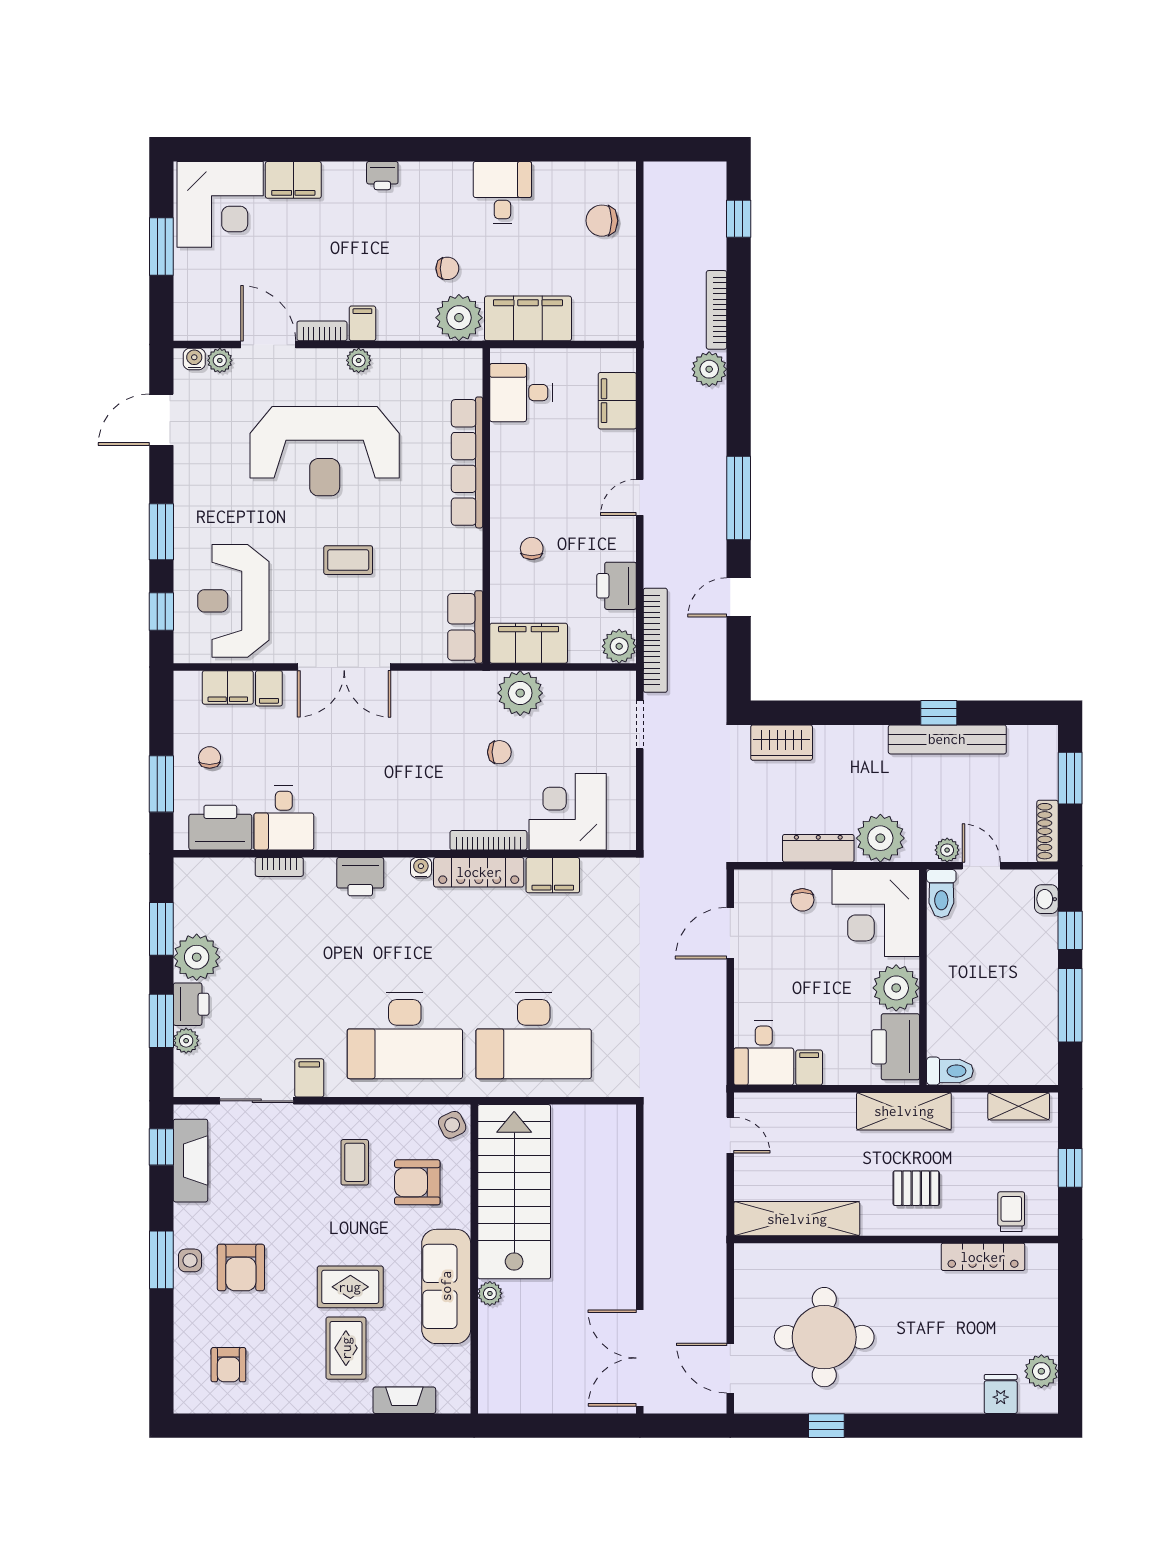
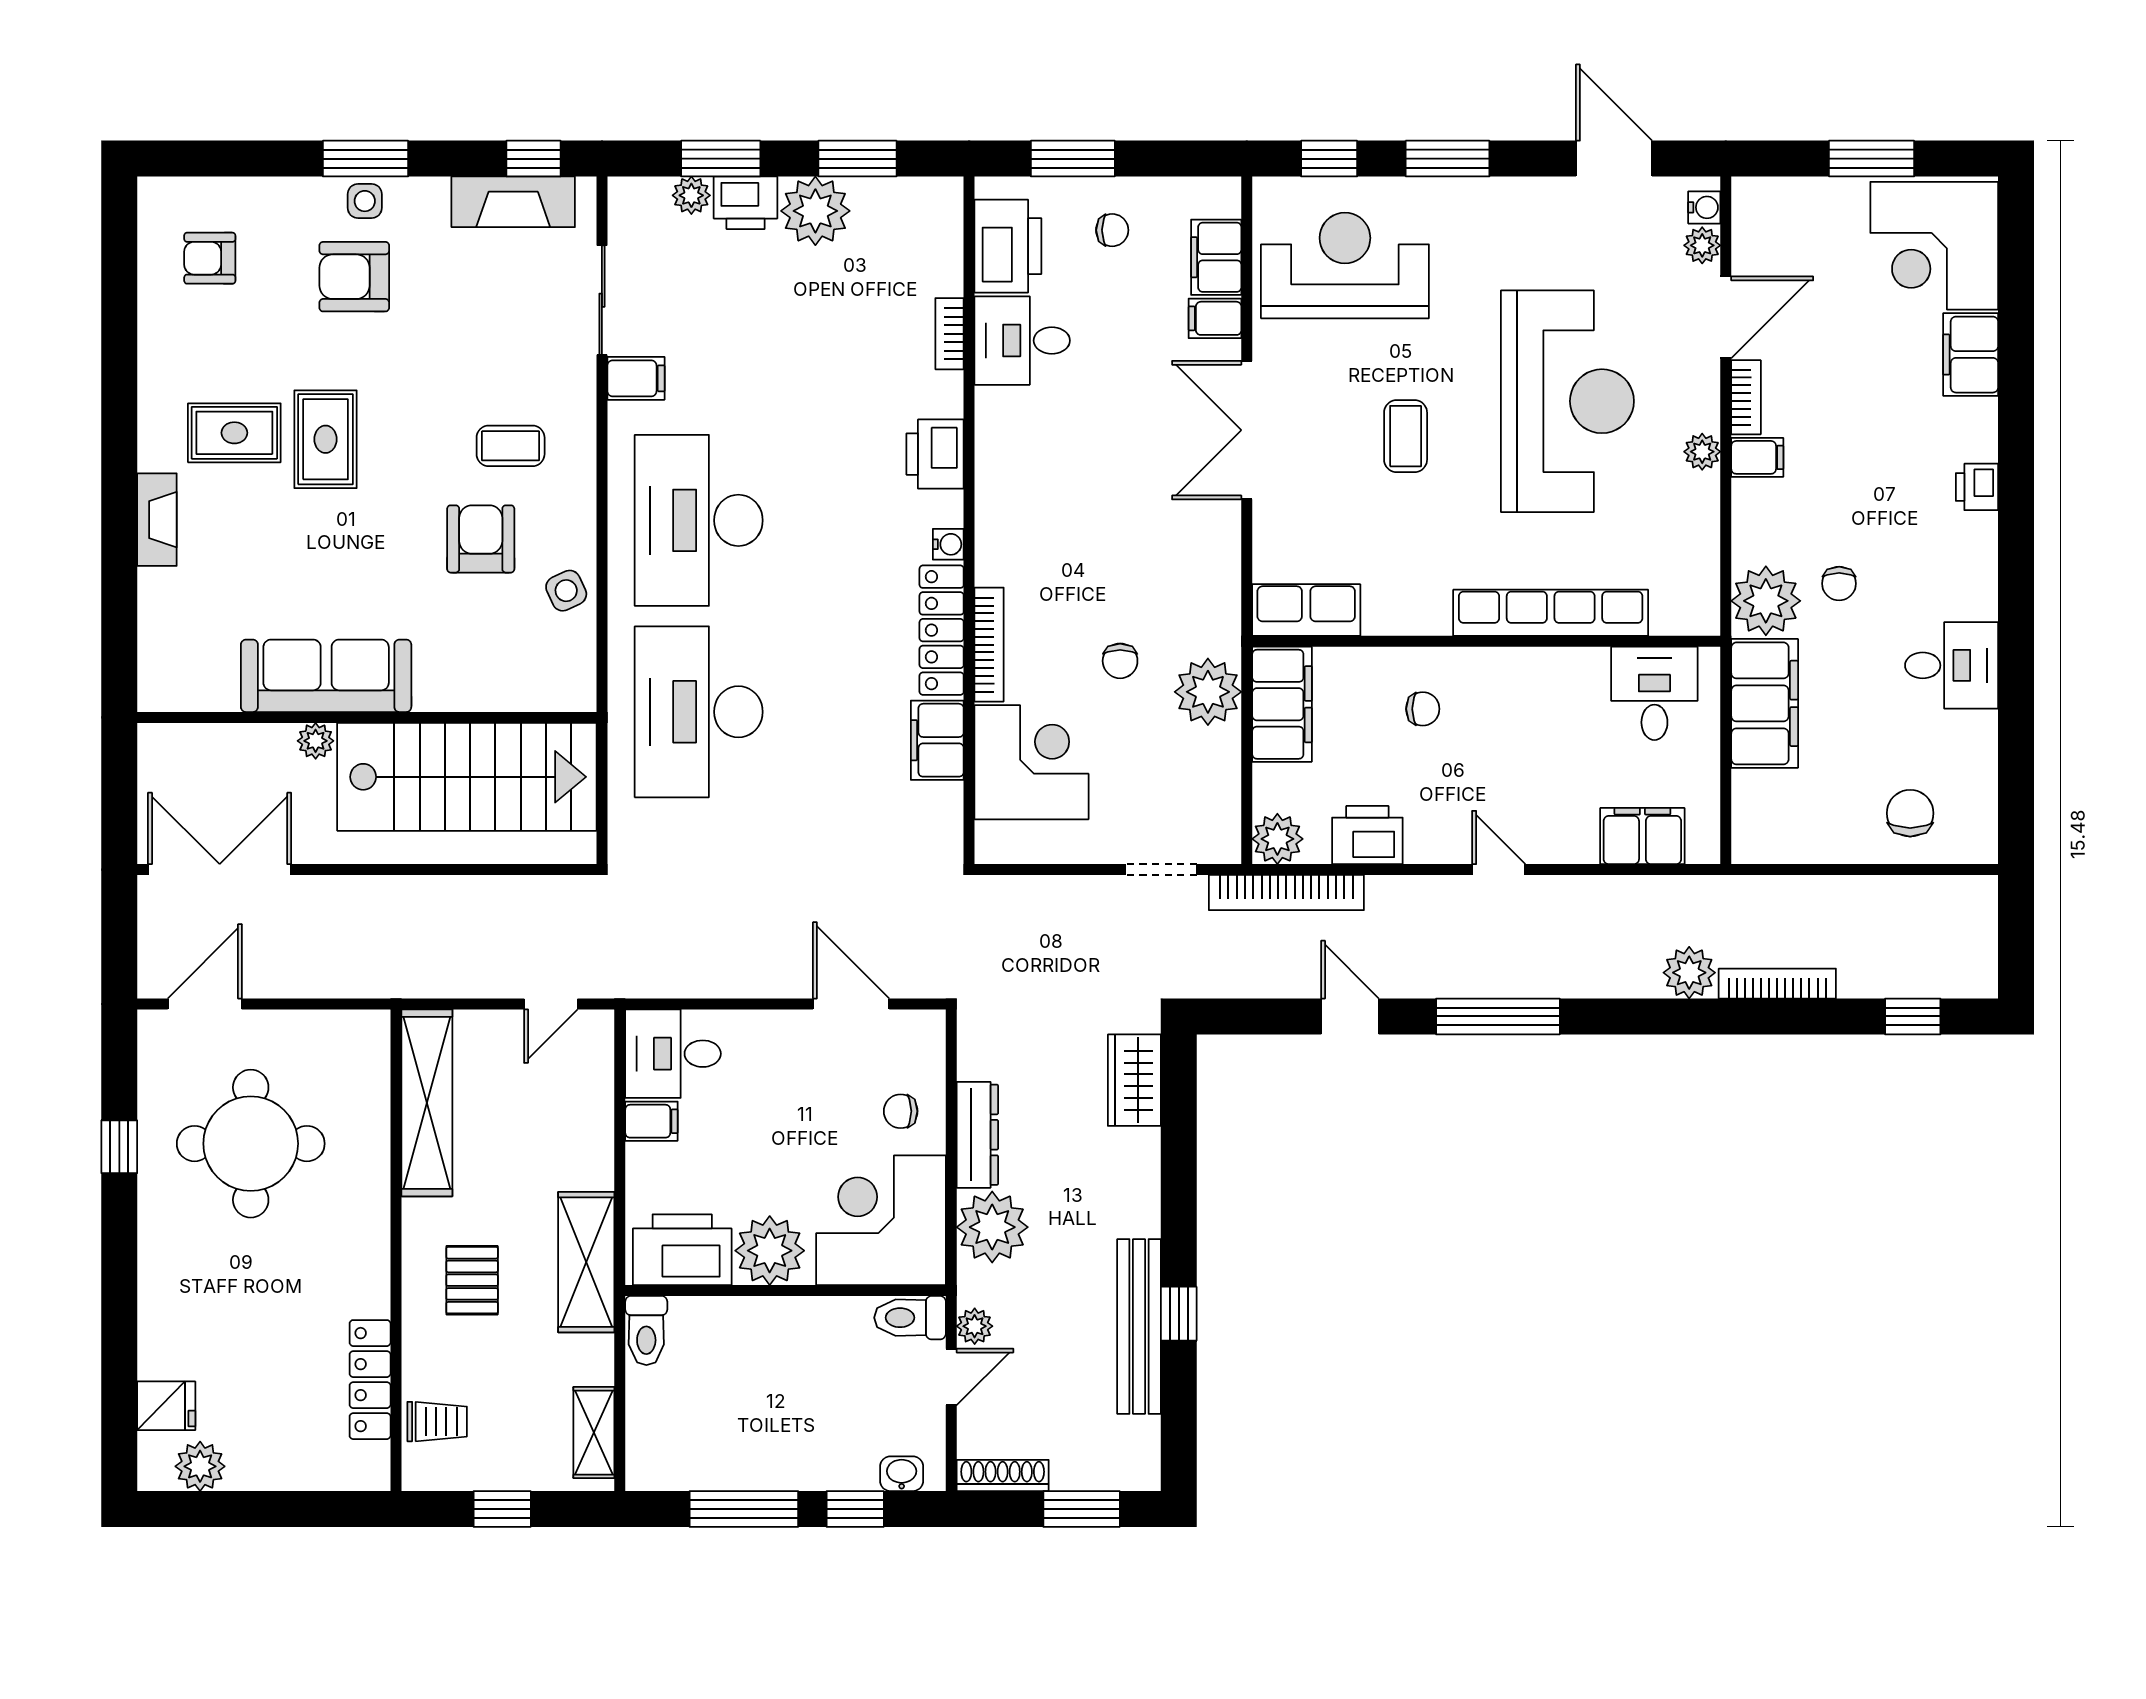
reception desk: (325, 451) -> (1567, 401), turned 180
stairs: (514, 1192) -> (467, 777), moved
wall: (474, 1259) -> (367, 717), moved
sofa: (446, 1286) -> (326, 676), moved
plant: (490, 1293) -> (316, 741), moved

